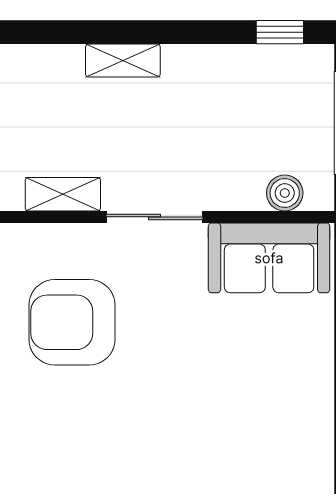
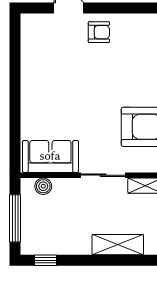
shelving: (123, 60) -> (118, 245), width x1.50, depth x1.33

